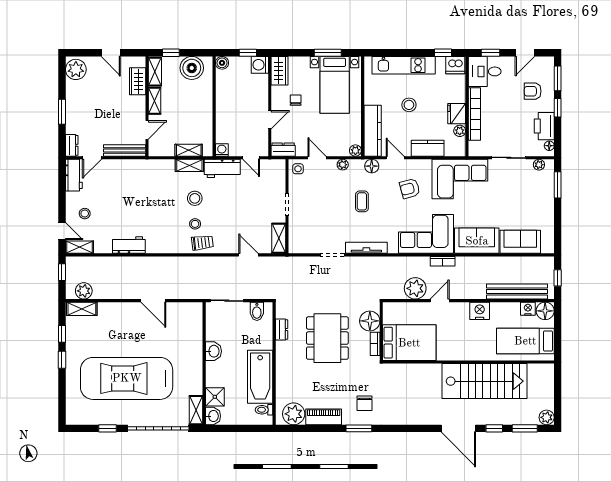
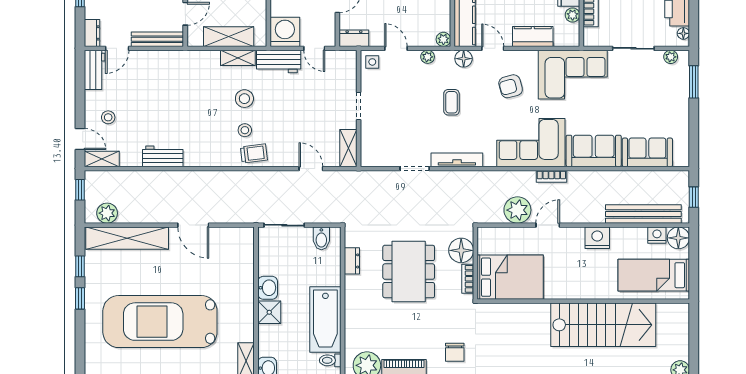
shelving: (189, 150) -> (229, 37), width x1.50, depth x1.33
washing machine: (222, 150) -> (285, 32), width x1.89, depth x1.89
shelving: (82, 309) -> (127, 238), width x2.20, depth x1.33
shower: (215, 397) -> (269, 312), moved

